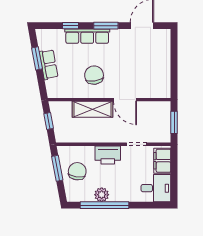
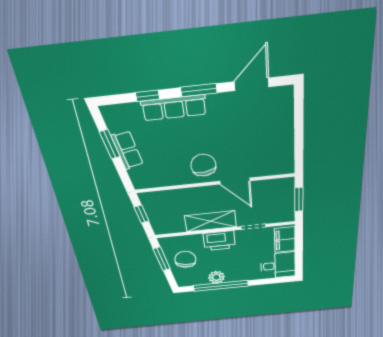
chair: (94, 75) -> (203, 165), moved
shelving: (93, 109) -> (211, 221), moved

